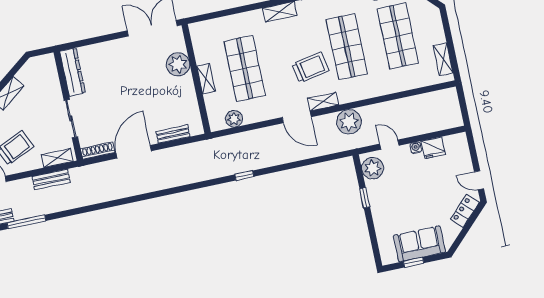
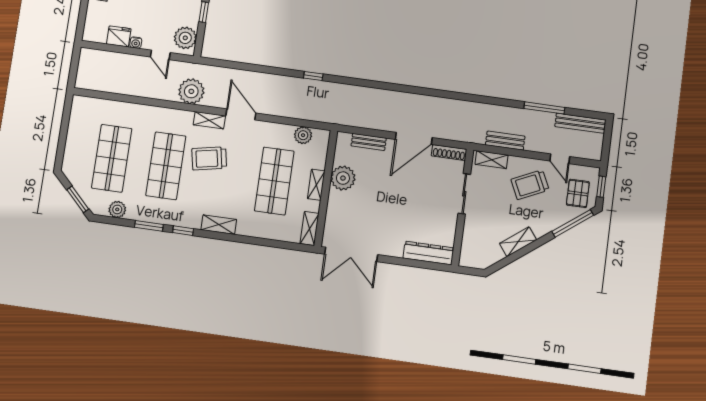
shelving: (443, 59) -> (309, 229), moved
plant: (178, 64) -> (343, 178), moved
dresser: (73, 72) -> (428, 253), moved, turned 90

